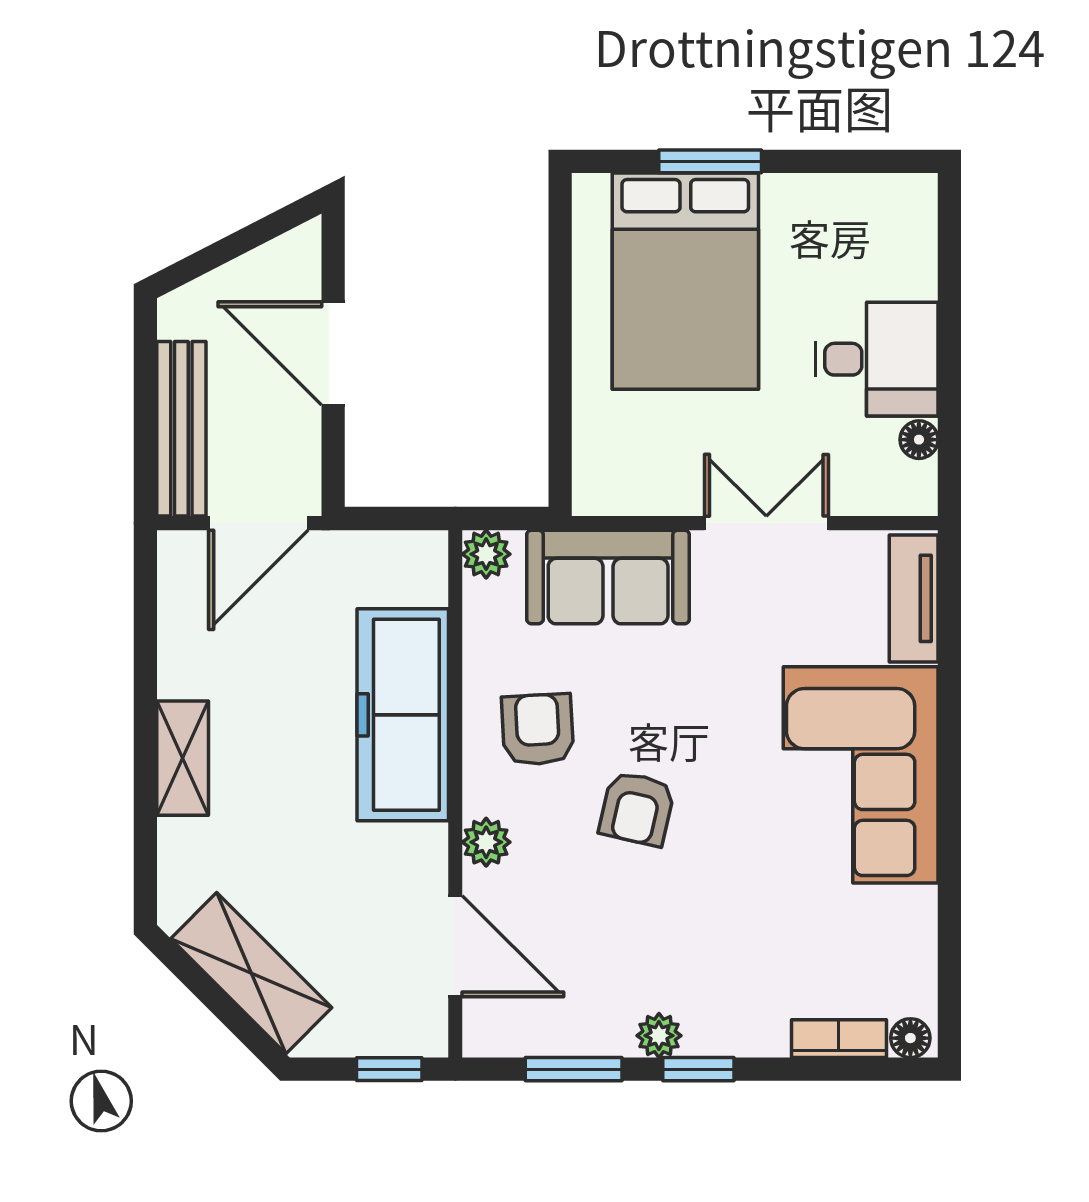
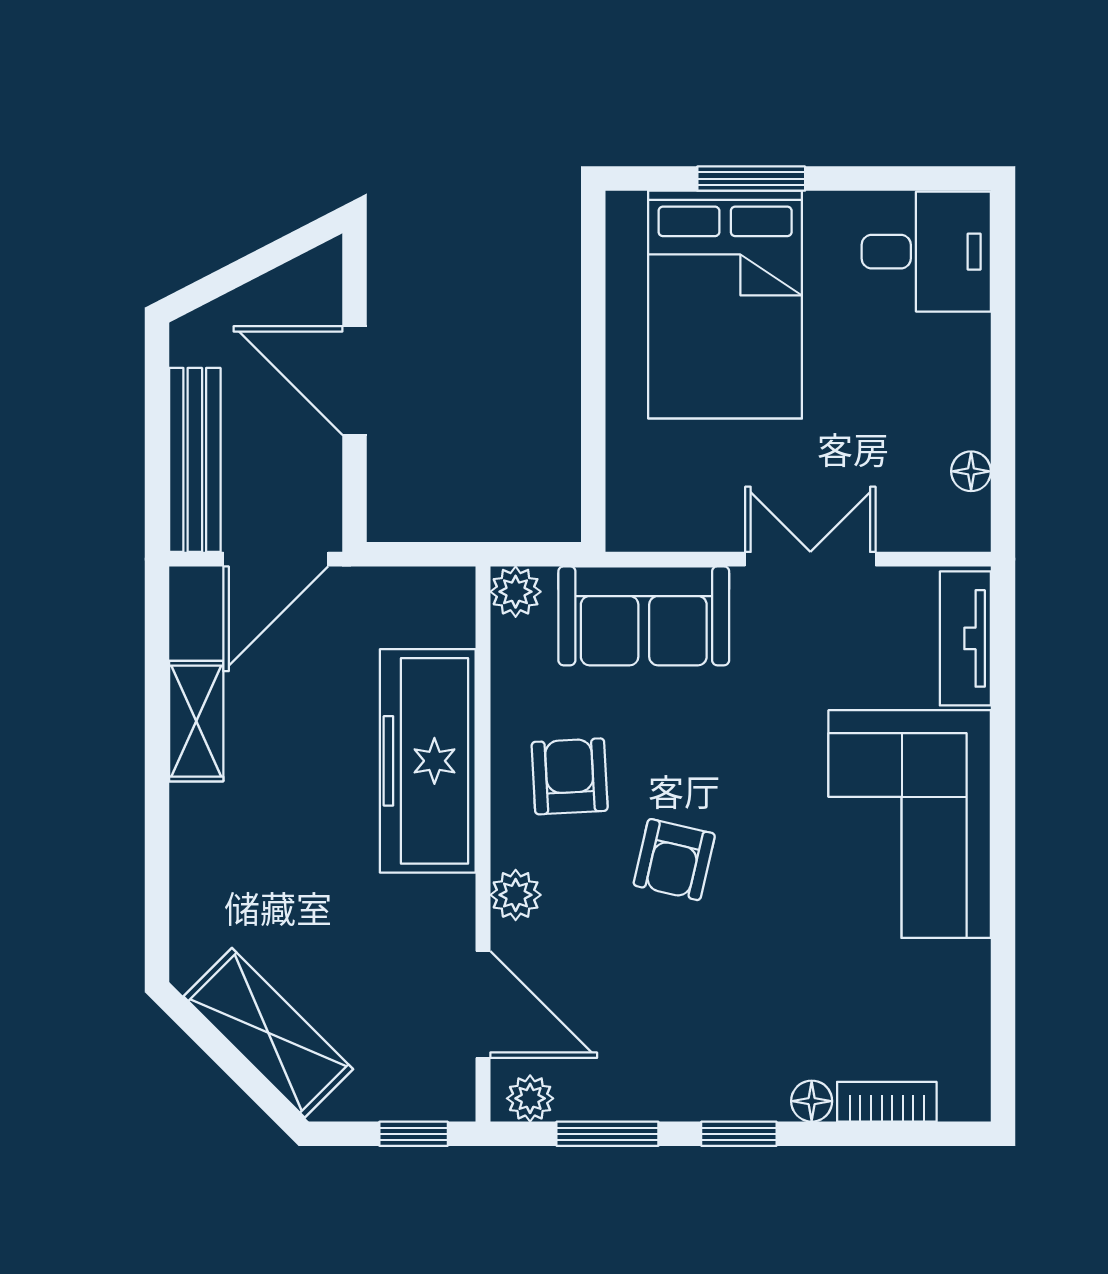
desk: (876, 359) -> (926, 252), moved
shelving: (183, 758) -> (196, 721), moved
plant: (659, 1036) -> (530, 1098), moved
floor lamp: (910, 1038) -> (812, 1101), moved

